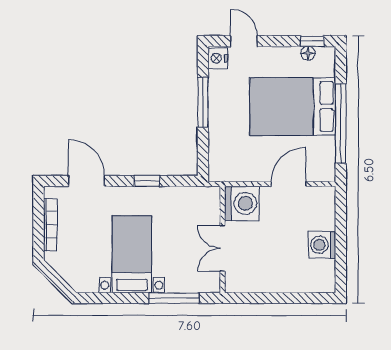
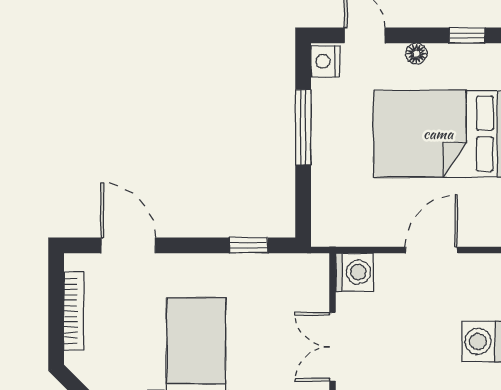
floor lamp: (308, 53) -> (416, 54), moved
window: (147, 181) -> (248, 245), moved
washing machine: (242, 203) -> (355, 272), width x0.73, depth x0.73

